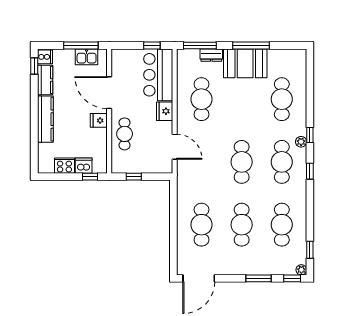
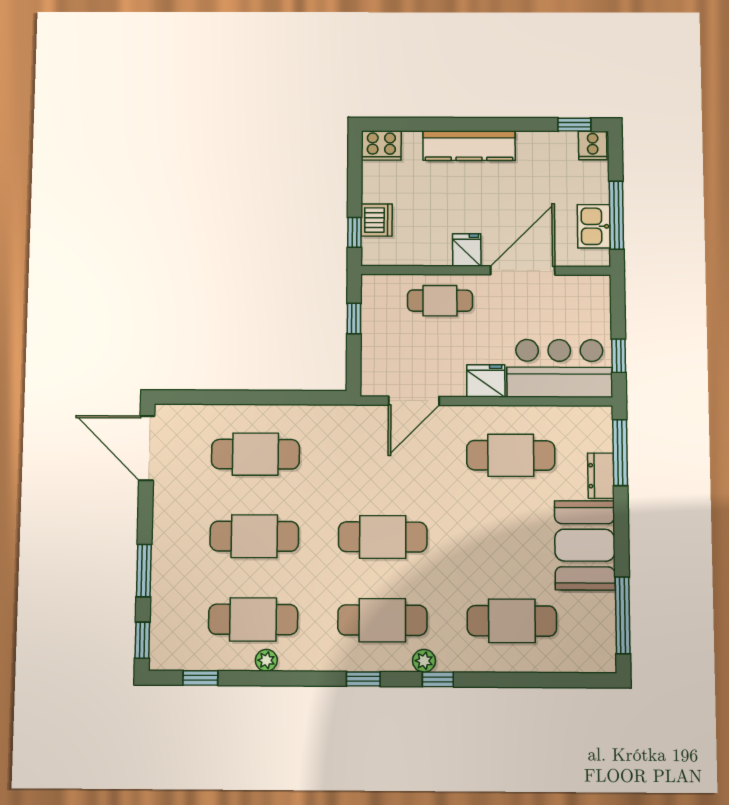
window: (251, 46) -> (623, 615), moved
kitchen counter: (45, 80) -> (547, 145), removed
cooker: (64, 166) -> (381, 145), moved, turned 90
plant: (301, 270) -> (266, 660), moved

